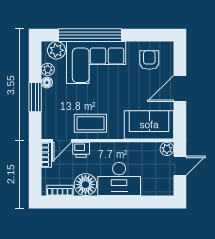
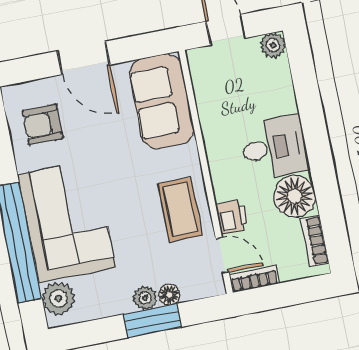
plant: (48, 69) -> (145, 298), moved
floor lamp: (47, 83) -> (169, 295), moved
plant: (167, 149) -> (273, 45), moved
desk: (119, 179) -> (274, 147), width x0.73

